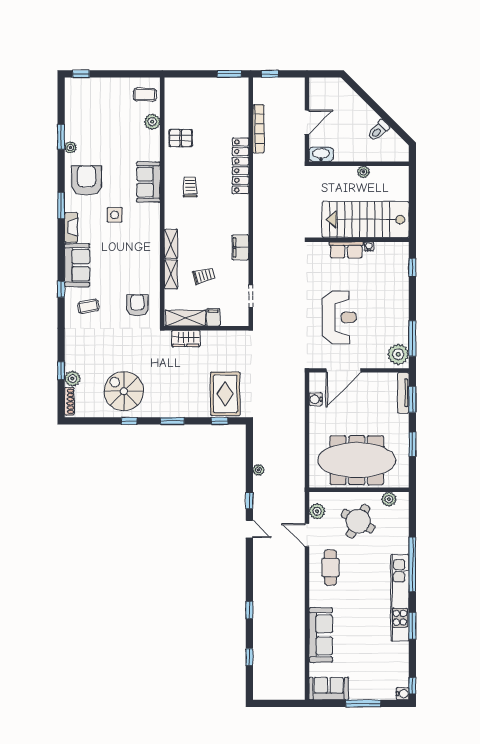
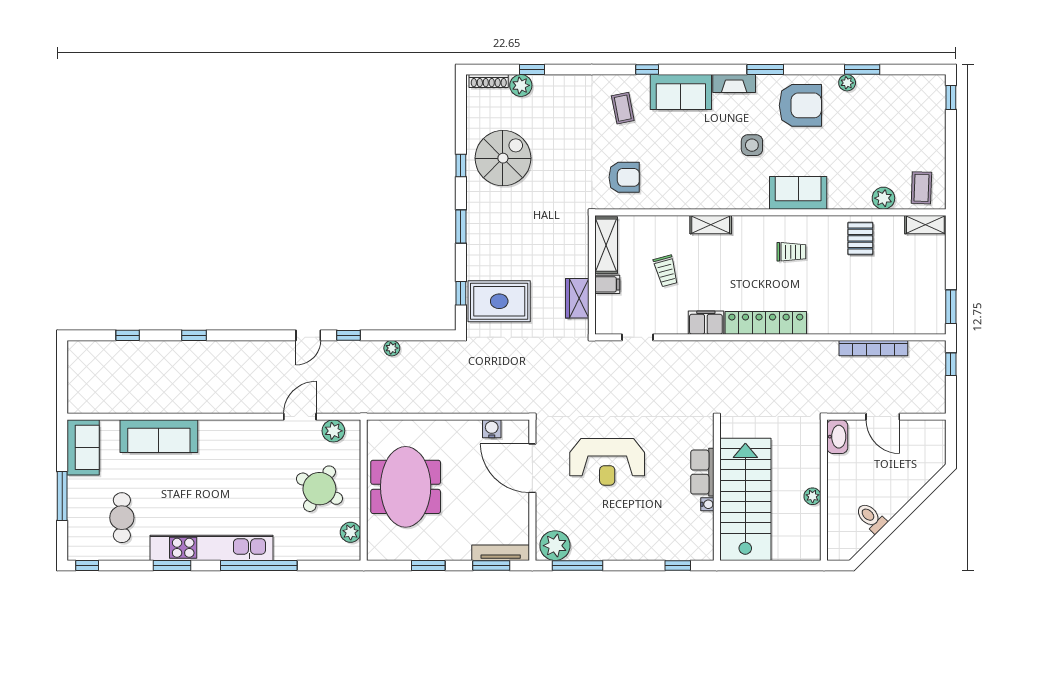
locker: (241, 166) -> (766, 323), moved
shelving: (171, 274) -> (925, 225), moved
wardrobe: (186, 339) -> (577, 298), moved
meeting table: (357, 460) -> (406, 487), width x0.73
cafe table: (330, 567) -> (122, 518), moved, turned 90
water cooler: (403, 694) -> (76, 552), removed

